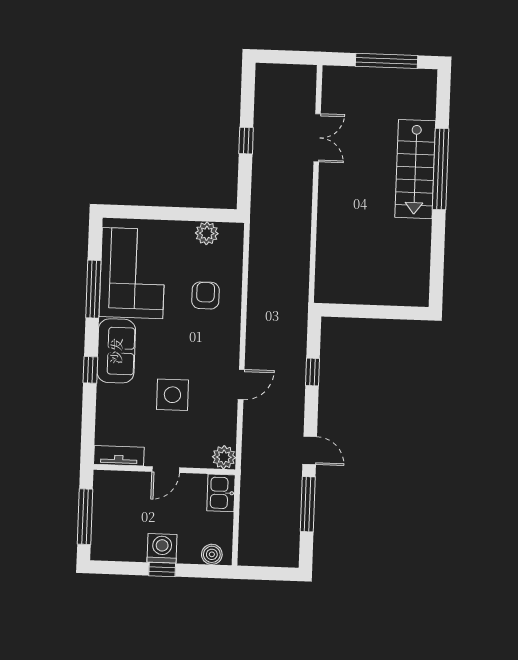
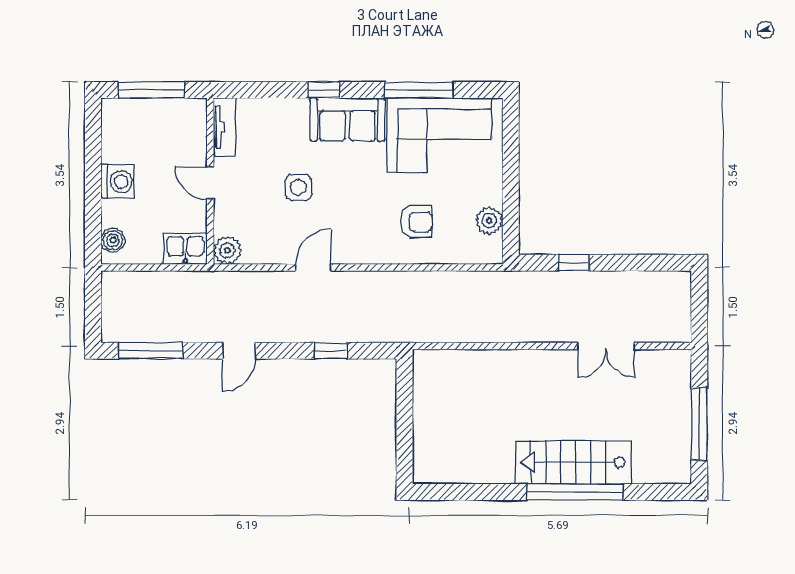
window: (246, 141) -> (574, 263), moved
door: (241, 384) -> (313, 267), swing flipped
side table: (172, 395) -> (298, 187), width x0.73, depth x0.73
window: (308, 504) -> (150, 351), moved
window: (162, 569) -> (93, 183), removed

